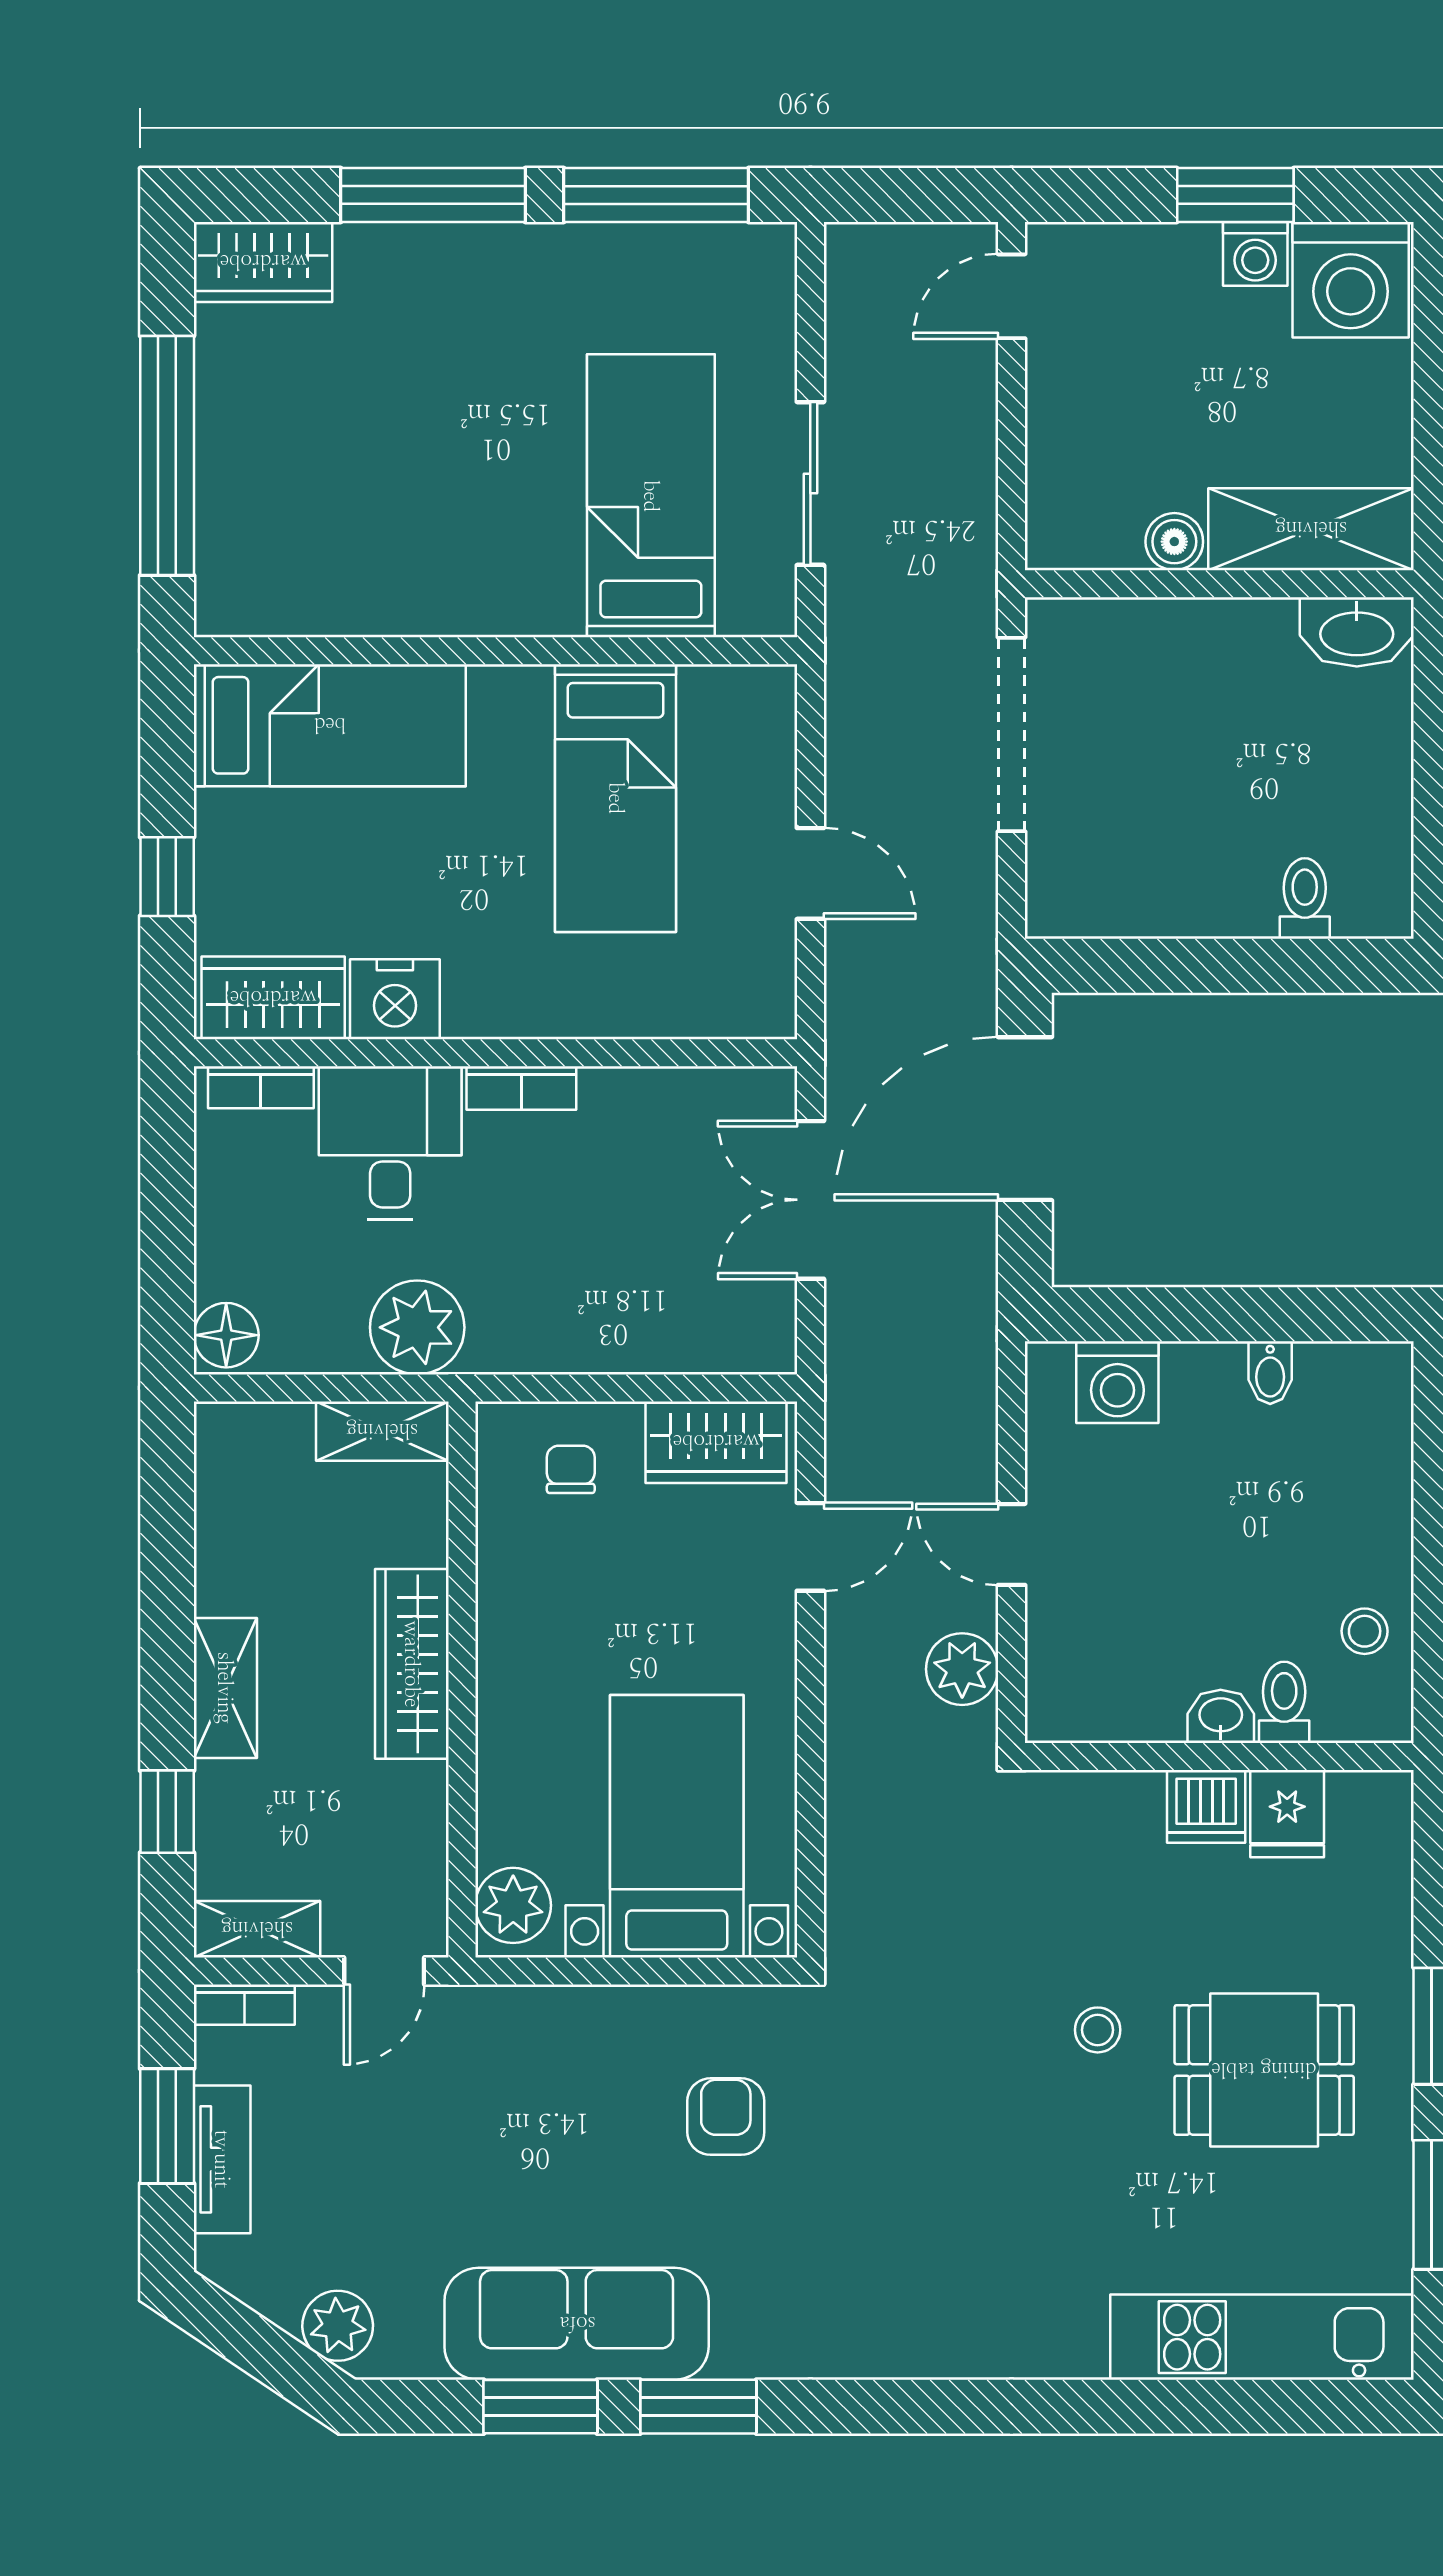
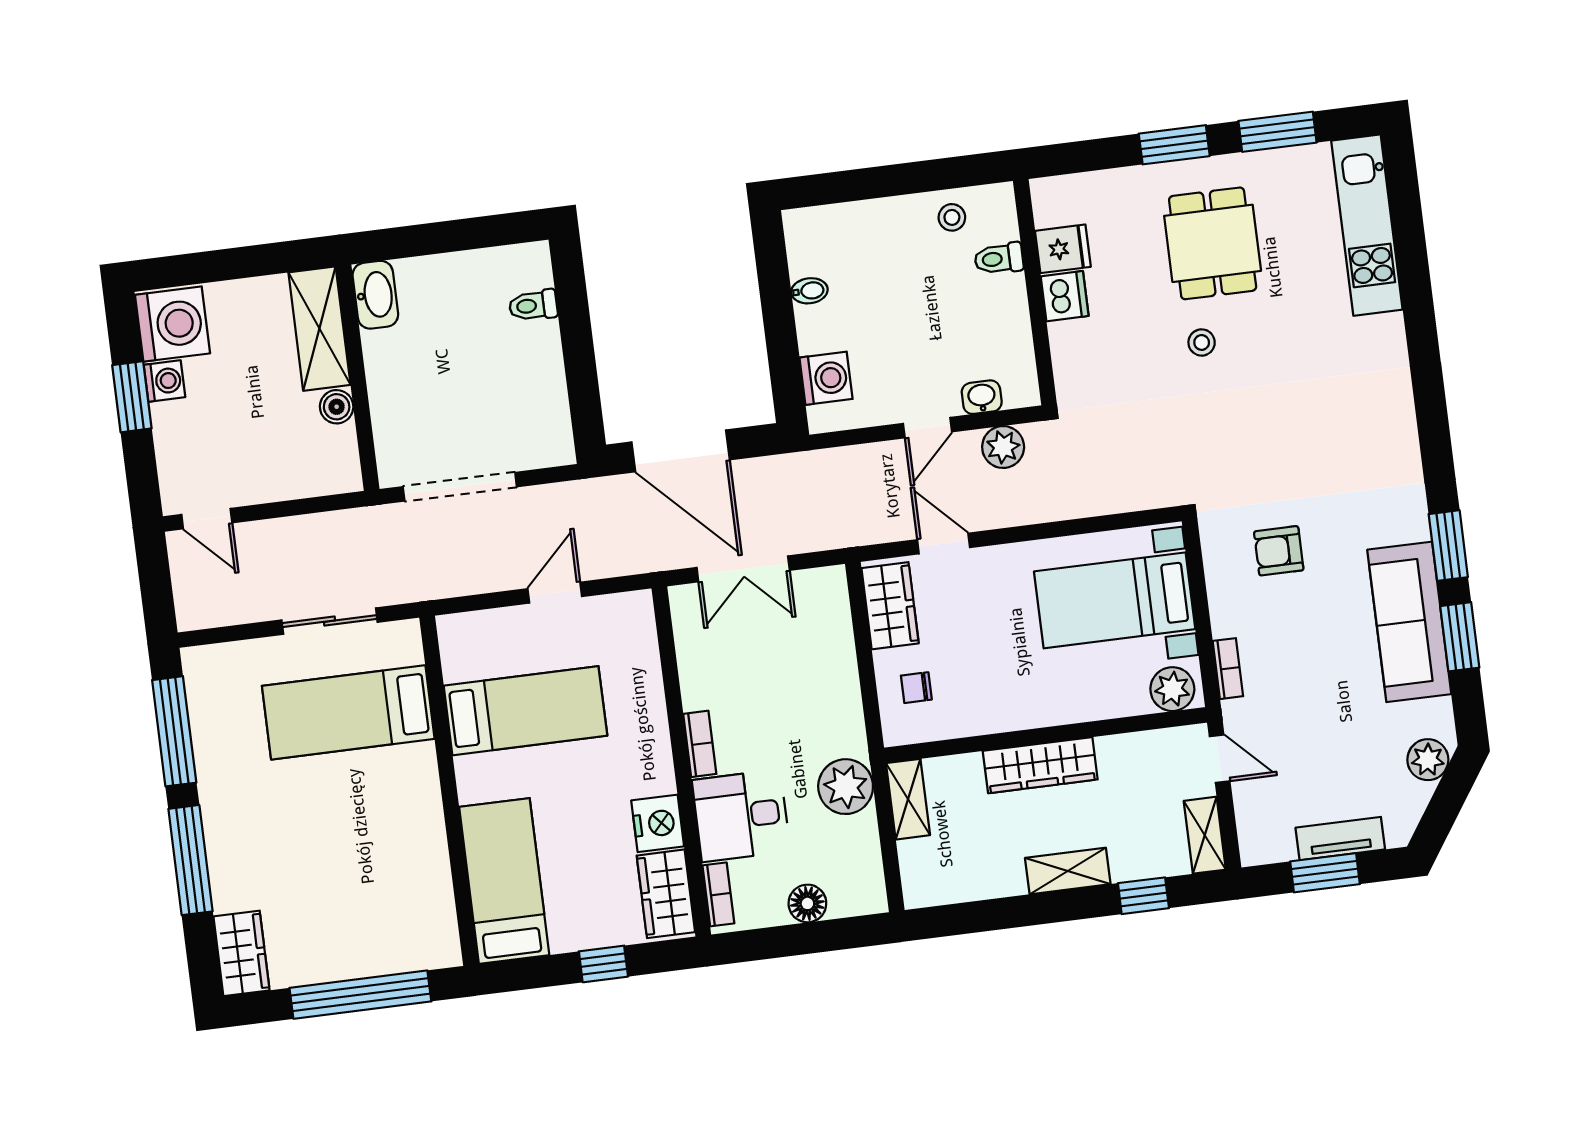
floor lamp: (226, 1335) -> (807, 903), moved
washbasin: (1221, 1716) -> (982, 397), moved, turned 90
bookcase: (244, 2005) -> (1228, 669), moved

